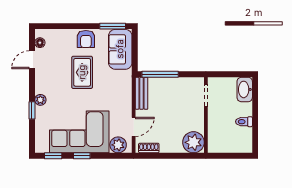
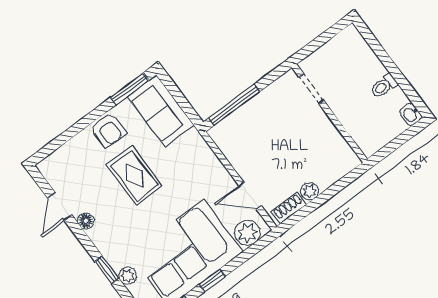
floor lamp: (40, 43) -> (86, 221), moved
washbasin: (245, 89) -> (411, 114), moved, width x0.52, depth x0.69
bench: (142, 93) -> (229, 146), removed
plant: (40, 100) -> (128, 276), moved
door: (134, 127) -> (250, 196), swing flipped
plant: (193, 142) -> (310, 191), moved, width x0.53, depth x0.53

